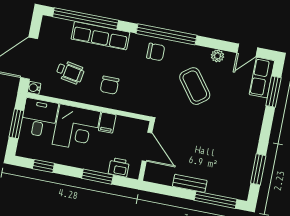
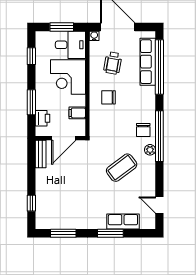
row of seats: (100, 36) -> (148, 62), moved
plant: (217, 56) -> (150, 150), moved
row of seats: (262, 78) -> (123, 222), moved
window: (273, 92) -> (110, 233), moved
filing cabinet: (107, 123) -> (77, 113), moved
bench: (190, 183) -> (41, 154), moved
window: (216, 200) -> (31, 203), width x0.46

